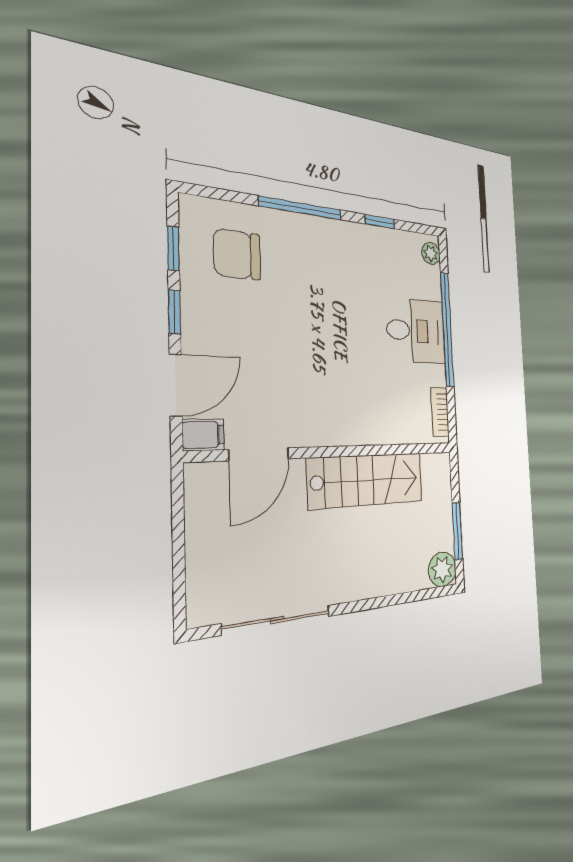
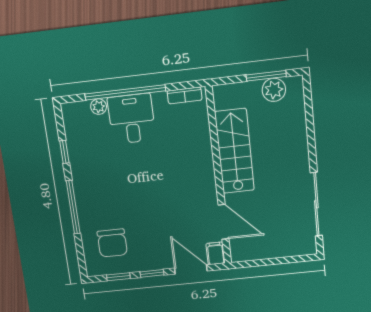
plant: (431, 253) -> (99, 107), moved
plant: (442, 569) -> (274, 90), moved

